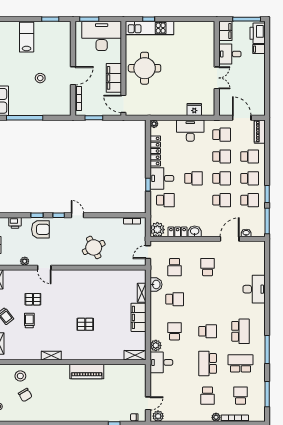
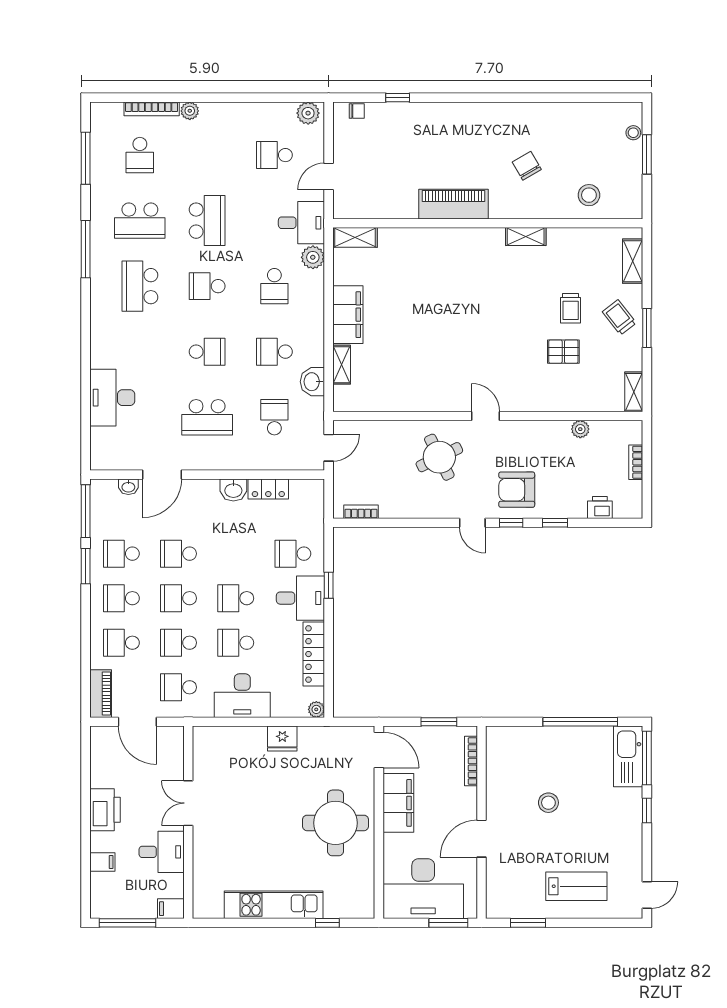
kitchen unit: (150, 28) -> (274, 905), moved
filing cabinet: (225, 31) -> (171, 909), width x0.50
printer: (258, 33) -> (105, 810), moved
lab bench: (27, 37) -> (576, 886), turned -90
door: (73, 76) -> (481, 839), moved
fridge: (194, 110) -> (282, 738), moved
school desk: (194, 156) -> (236, 643), added
armchair: (40, 229) -> (517, 490), moved
plant: (157, 230) -> (309, 494), removed
school desk: (208, 267) -> (207, 417), width x1.85
door: (44, 268) -> (486, 416), moved
desk: (254, 289) -> (112, 398), moved
school desk: (208, 299) -> (207, 352), added
pallet: (85, 324) -> (457, 300), removed
chair: (25, 395) -> (527, 166), moved
school desk: (208, 396) -> (274, 155), moved, turned -90
door: (148, 403) -> (329, 177), moved

